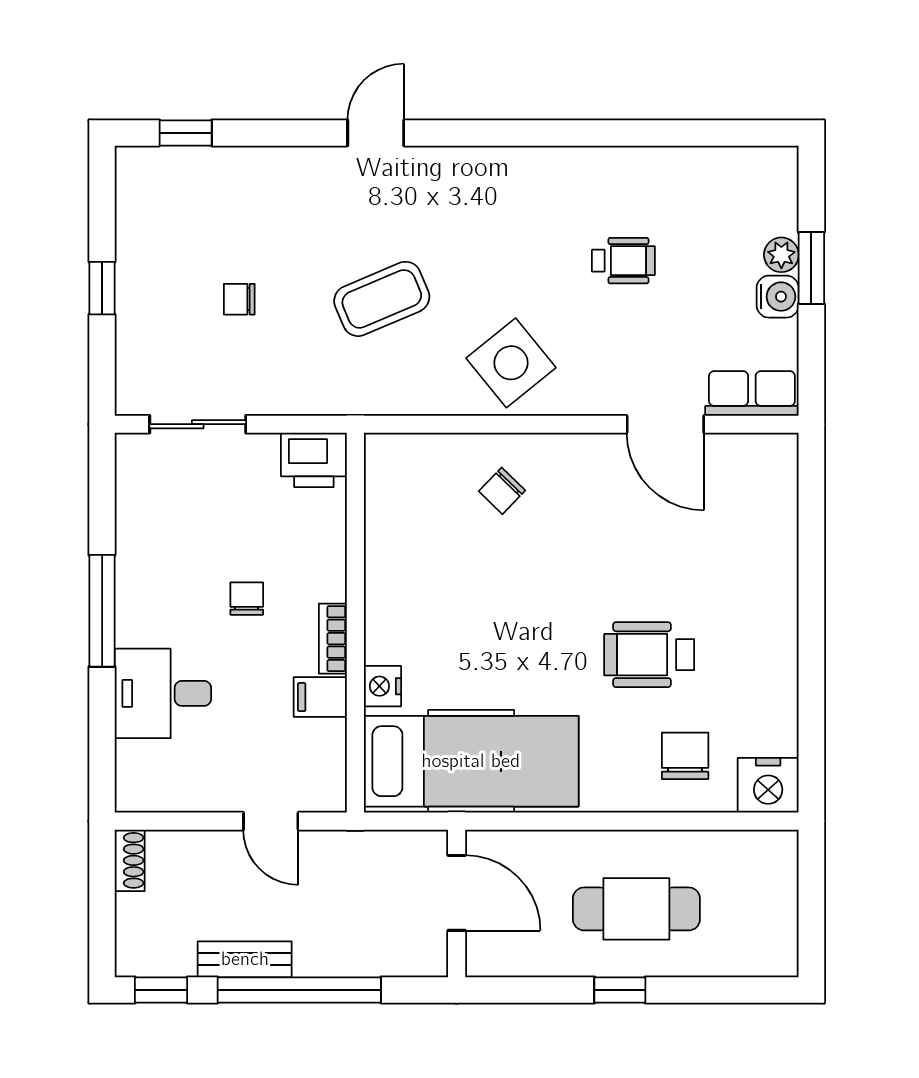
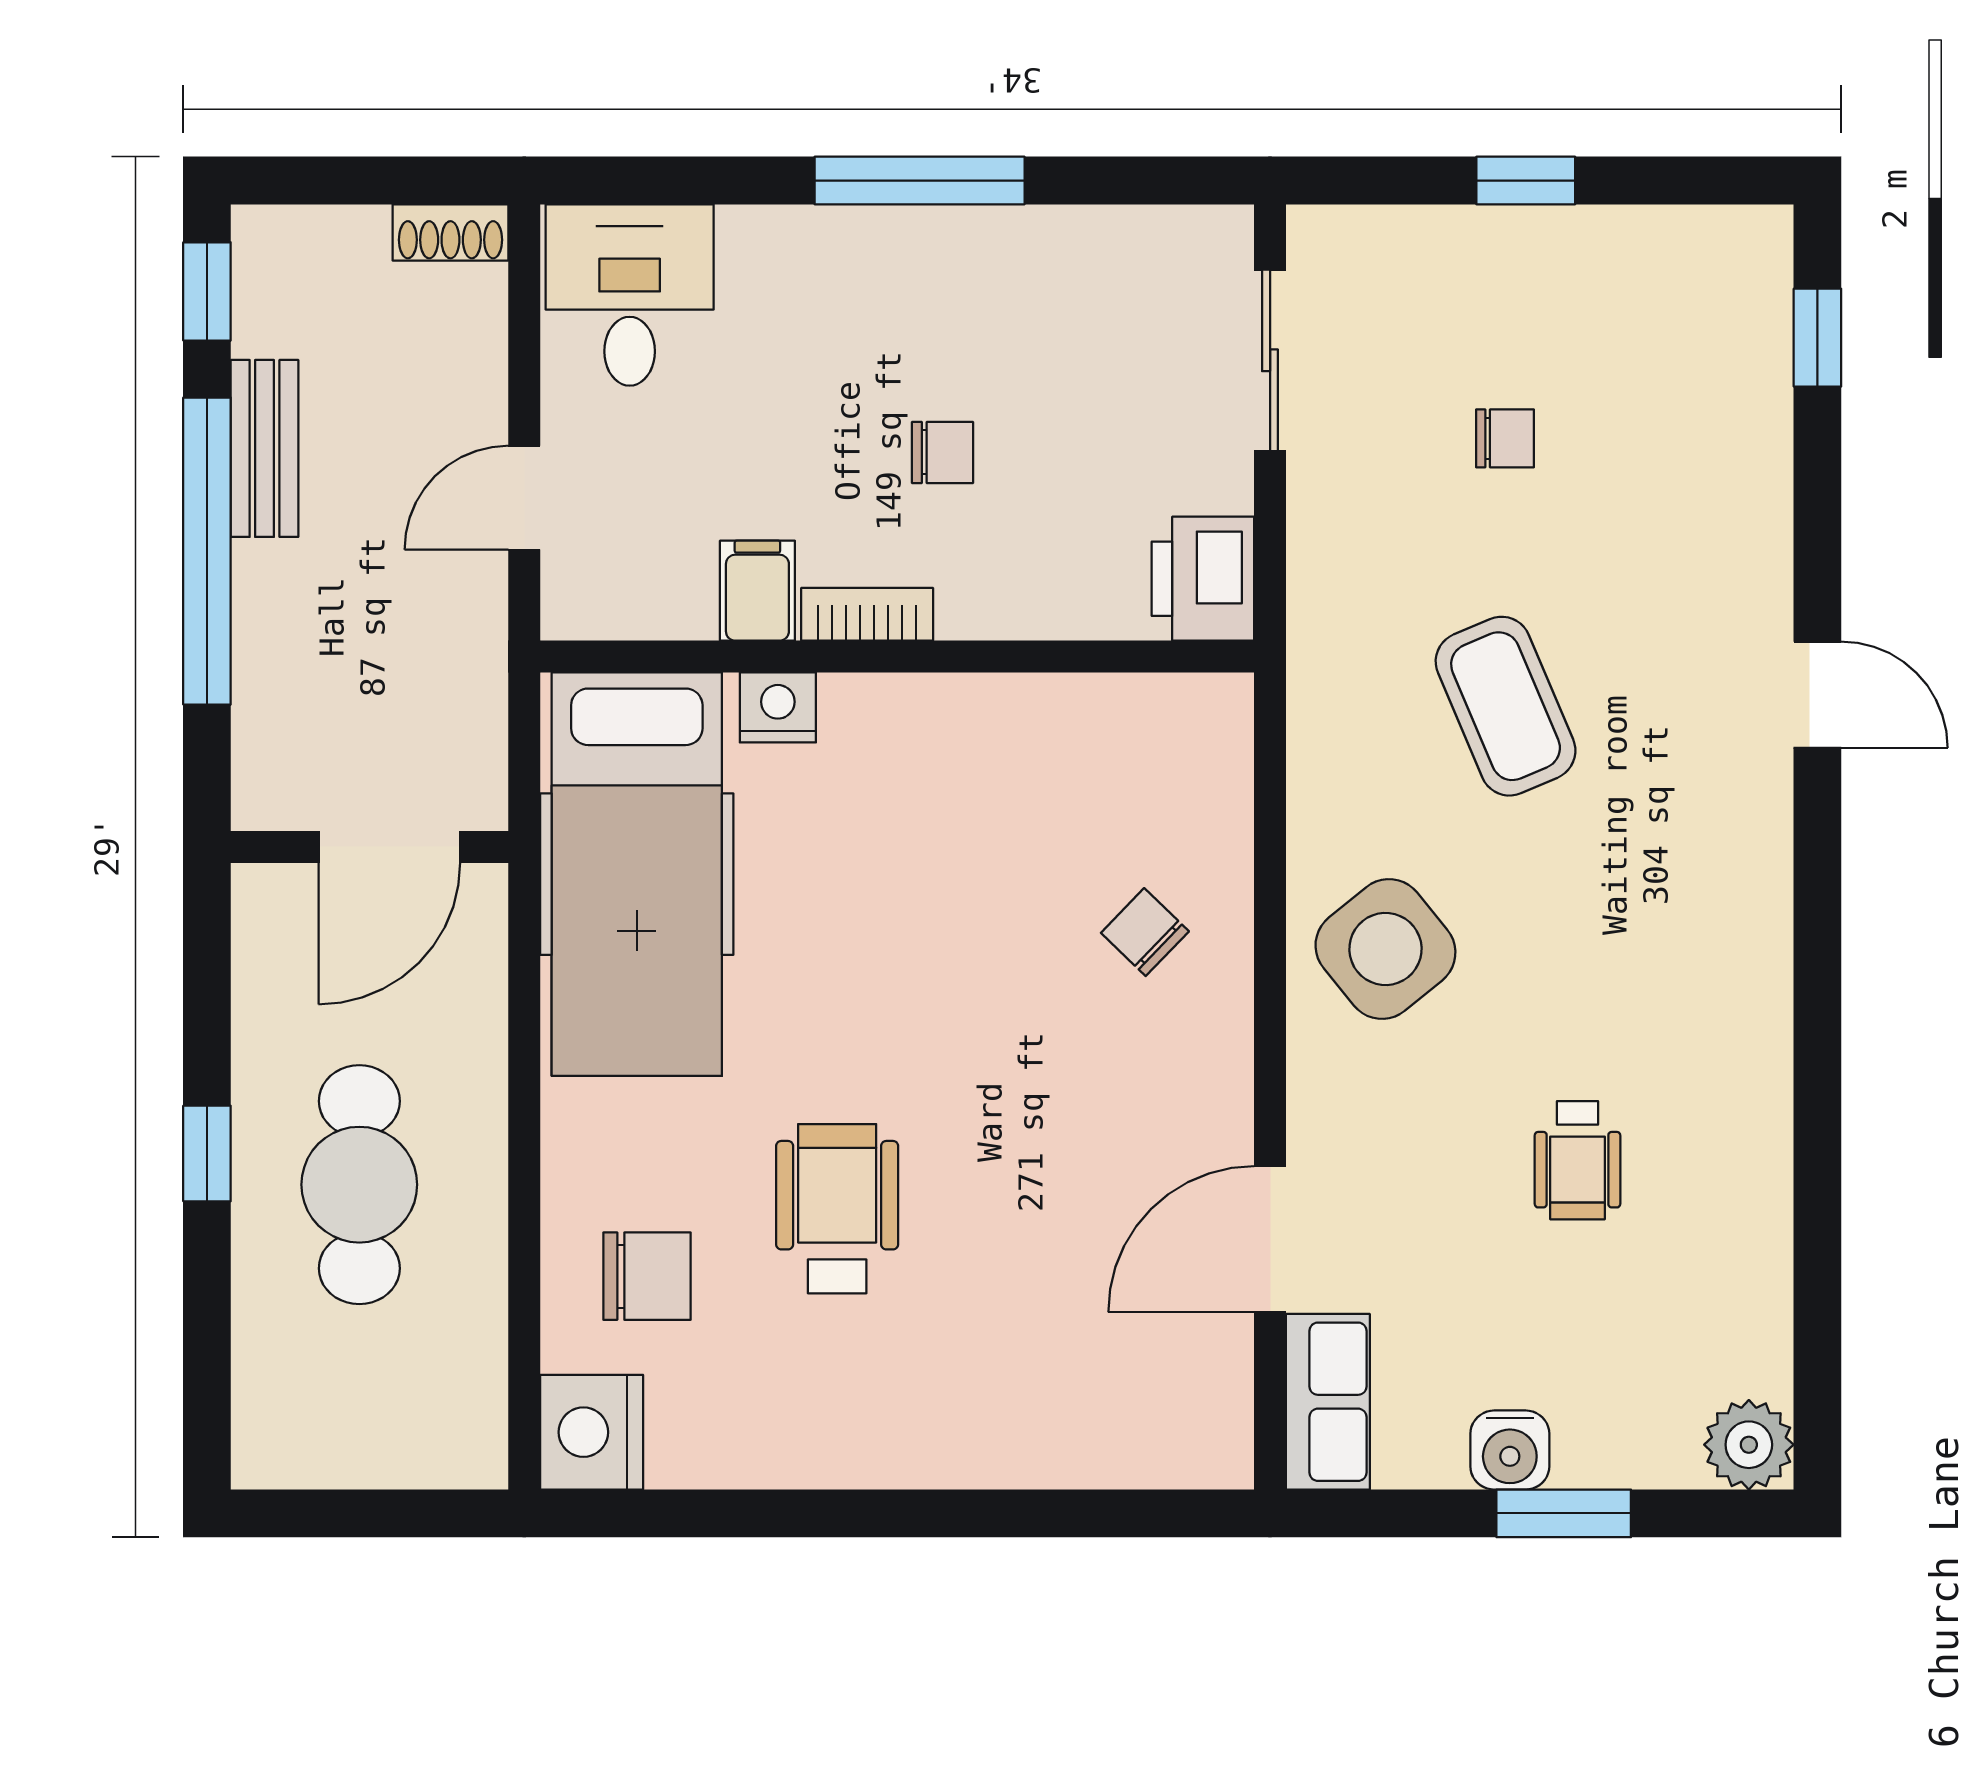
plant: (781, 255) -> (1749, 1445), moved, width x1.38, depth x1.38
chair: (239, 299) -> (1505, 438), turned 90
desk: (163, 693) -> (630, 295), moved

